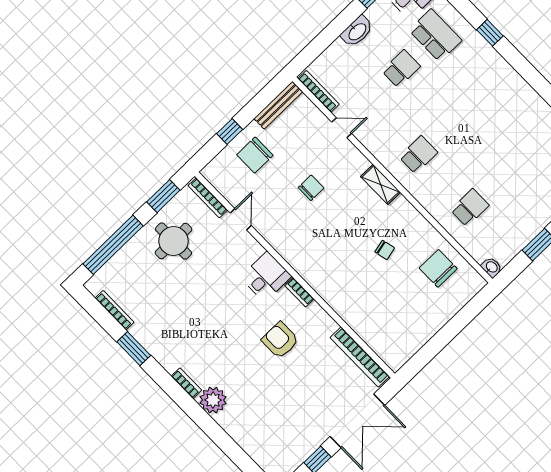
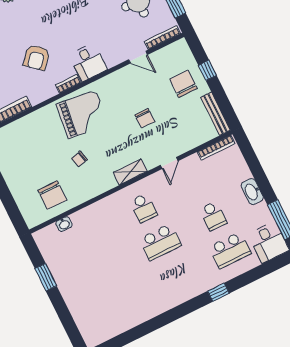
door: (342, 128) -> (169, 163), moved
school desk: (470, 208) -> (160, 242), moved, width x1.85
grand piano: (330, 264) -> (82, 114), added
washbasin: (491, 267) -> (64, 224), moved
chair: (438, 268) -> (52, 195), turned 90
armchair: (280, 340) -> (37, 58), turned 131

